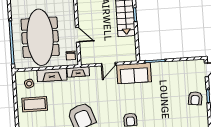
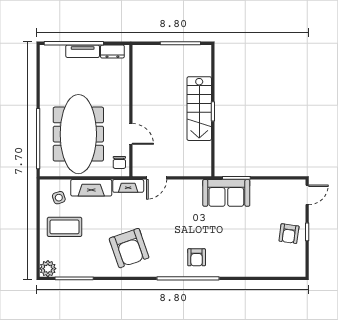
door: (108, 64) -> (157, 178), moved
sofa: (134, 73) -> (226, 193), moved

